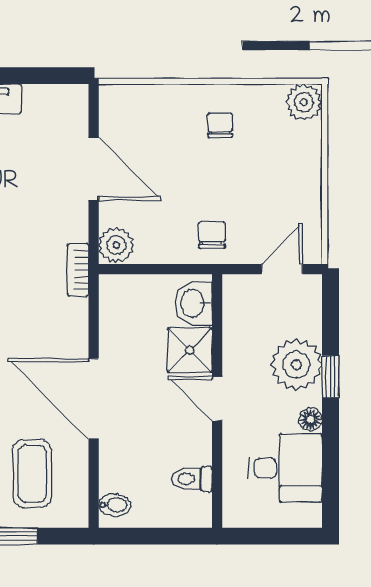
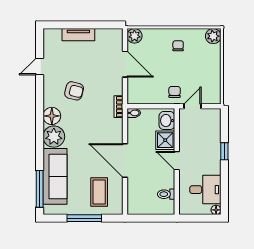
plant: (116, 245) -> (134, 36), moved
door: (282, 269) -> (192, 106), moved
plant: (296, 365) -> (210, 146), removed
floor lamp: (311, 419) -> (216, 210), moved
bidet: (115, 505) -> (134, 113), moved

